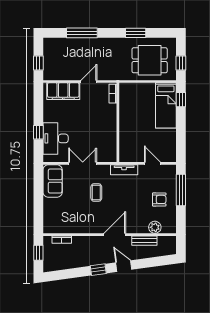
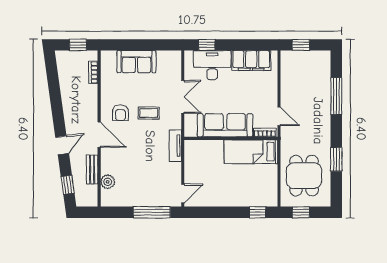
door: (89, 81) -> (279, 116), moved
filing cabinet: (63, 91) -> (251, 60), moved, turned -90
bed: (166, 105) -> (251, 152), moved
sofa: (107, 127) -> (225, 125), added
window: (38, 132) -> (207, 45), moved
door: (152, 163) -> (183, 194), moved
sofa: (53, 181) -> (136, 62), moved
armchair: (159, 199) -> (120, 113), moved
window: (98, 270) -> (68, 185), moved

